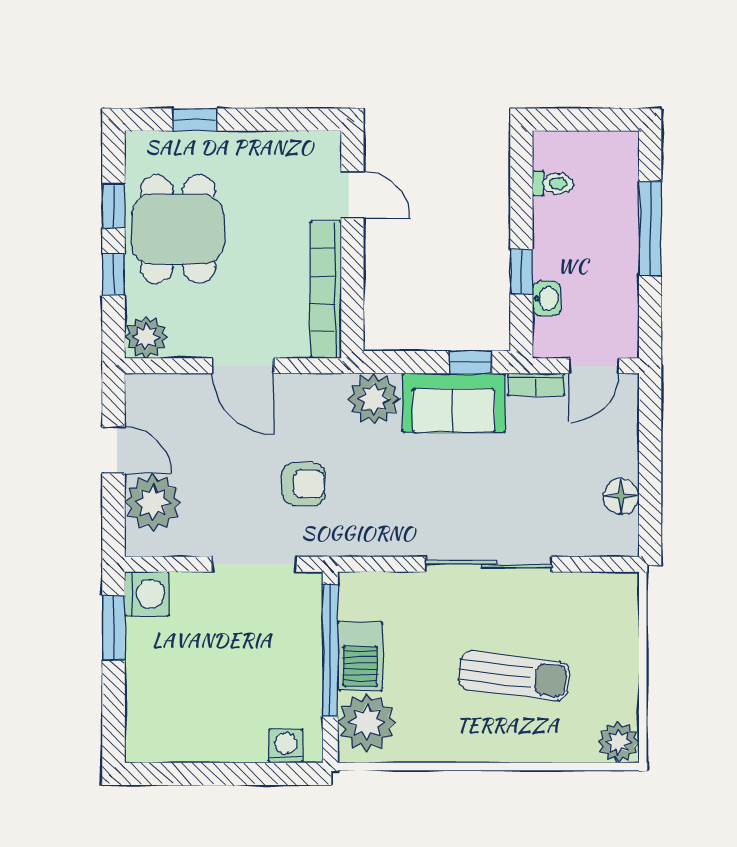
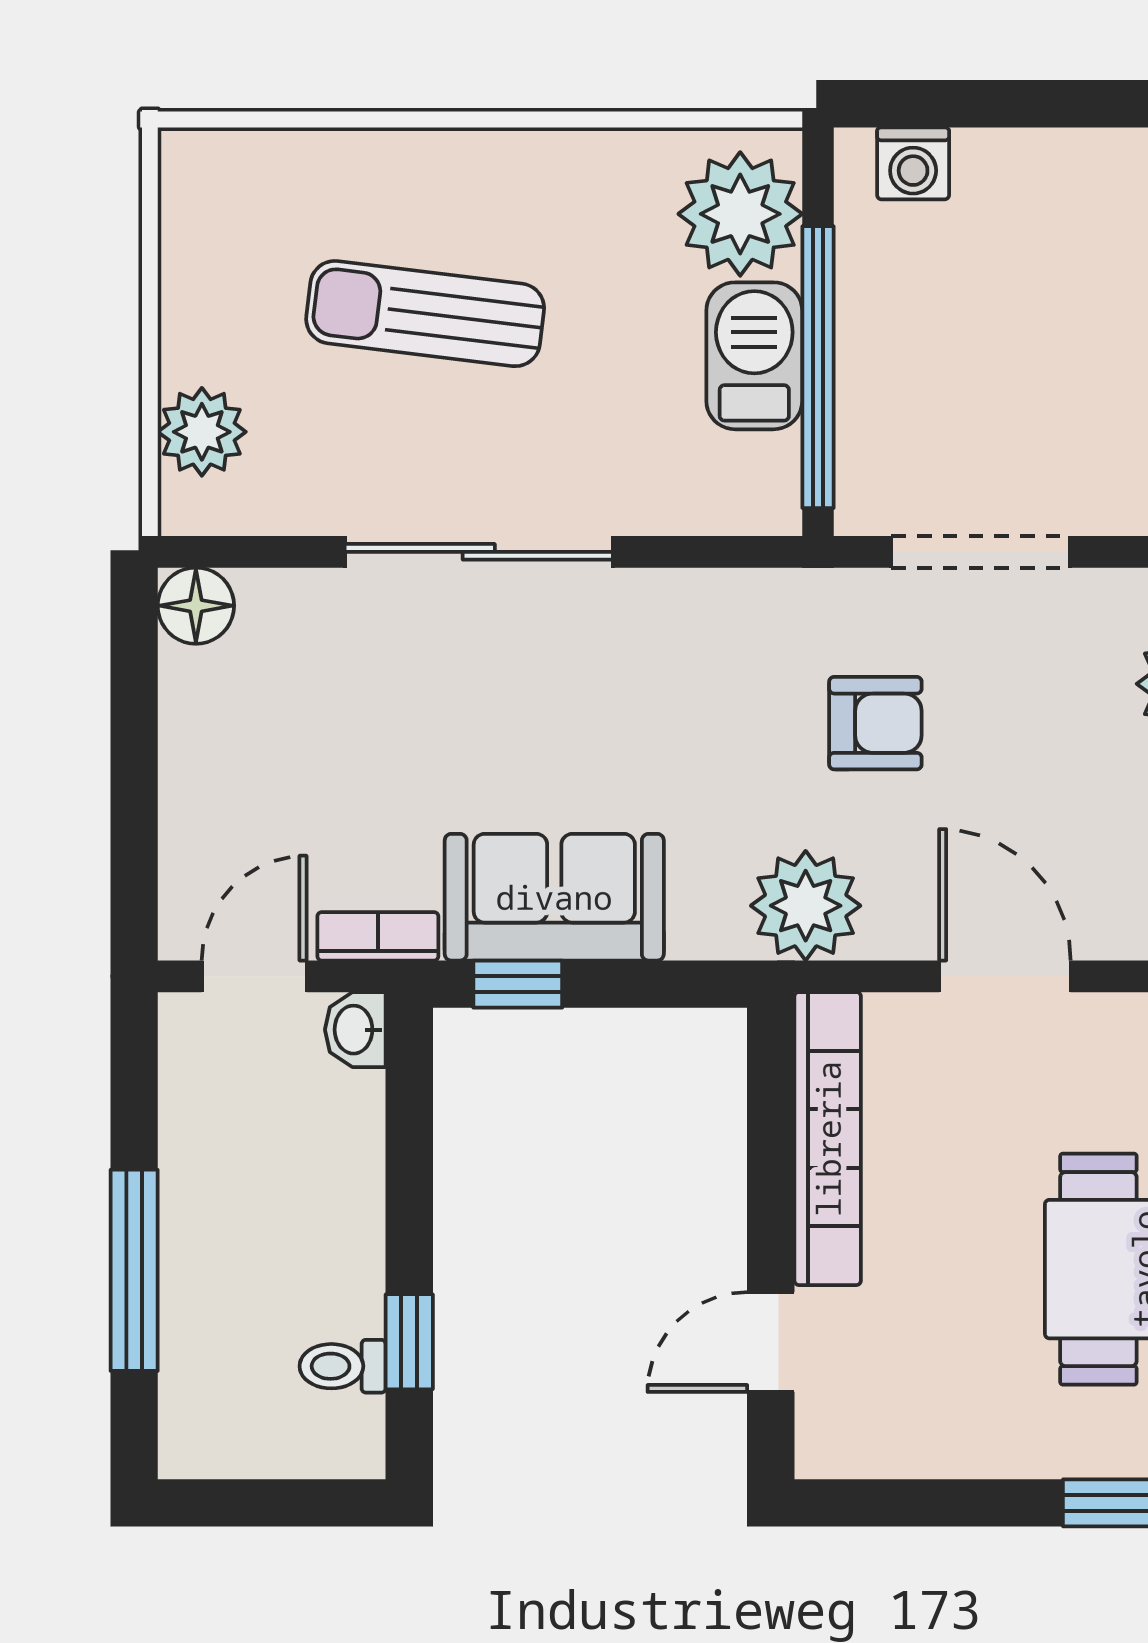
door: (352, 195) -> (771, 1342), hinge flipped
window: (521, 271) -> (409, 1342), moved
washbasin: (547, 298) -> (355, 1030), moved
plant: (374, 399) -> (806, 906), moved
armchair: (303, 484) -> (875, 723), turned 180
floor lamp: (621, 496) -> (196, 606), moved
plant: (618, 742) -> (202, 432), moved

